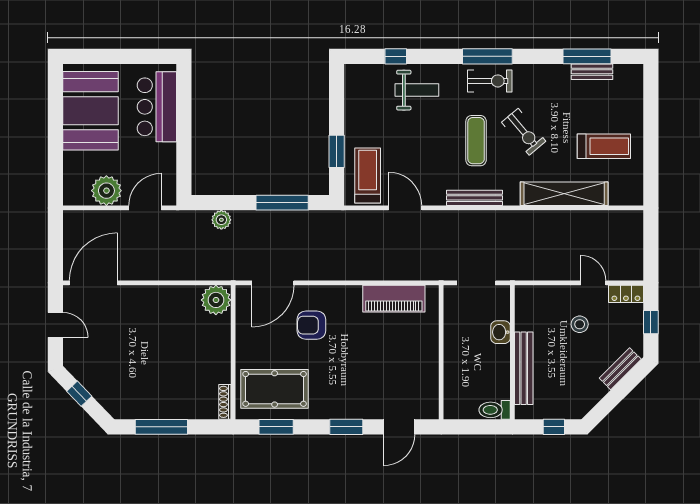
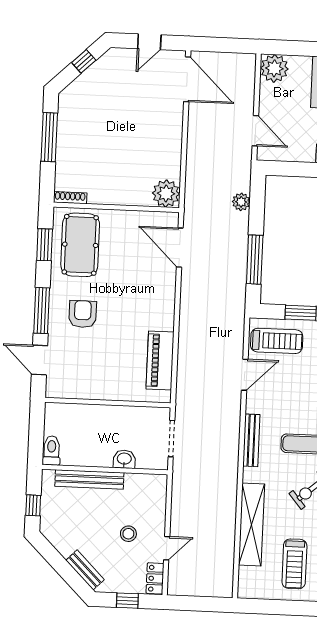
plant: (106, 191) -> (274, 68), moved
armchair: (311, 325) -> (83, 314), moved
window: (346, 427) -> (42, 310), width x1.44

